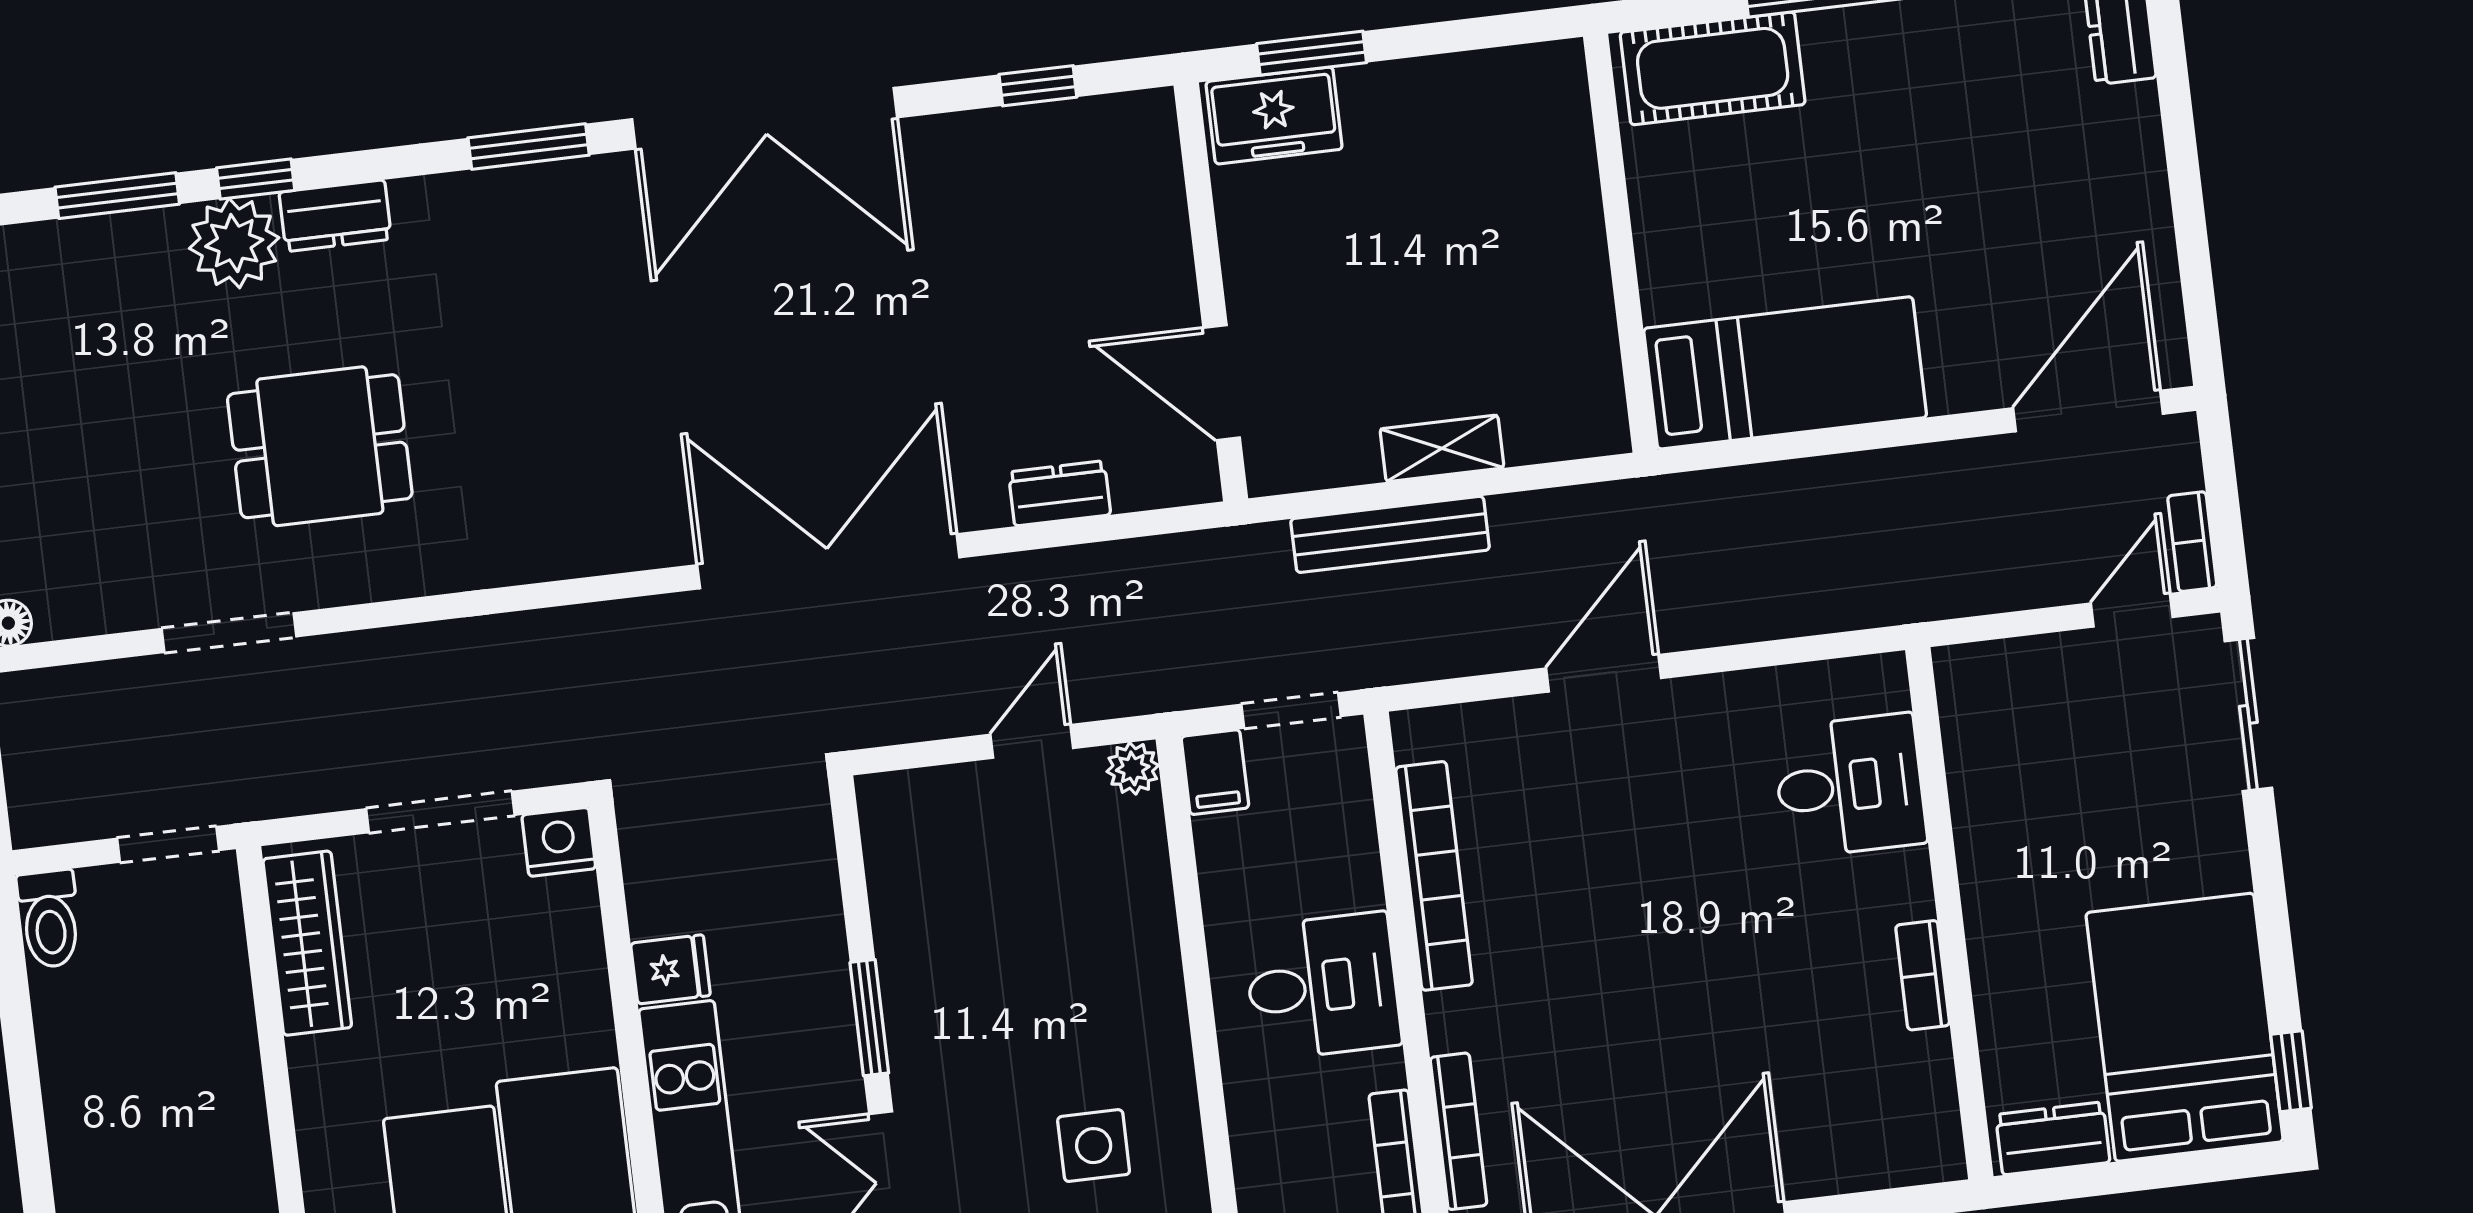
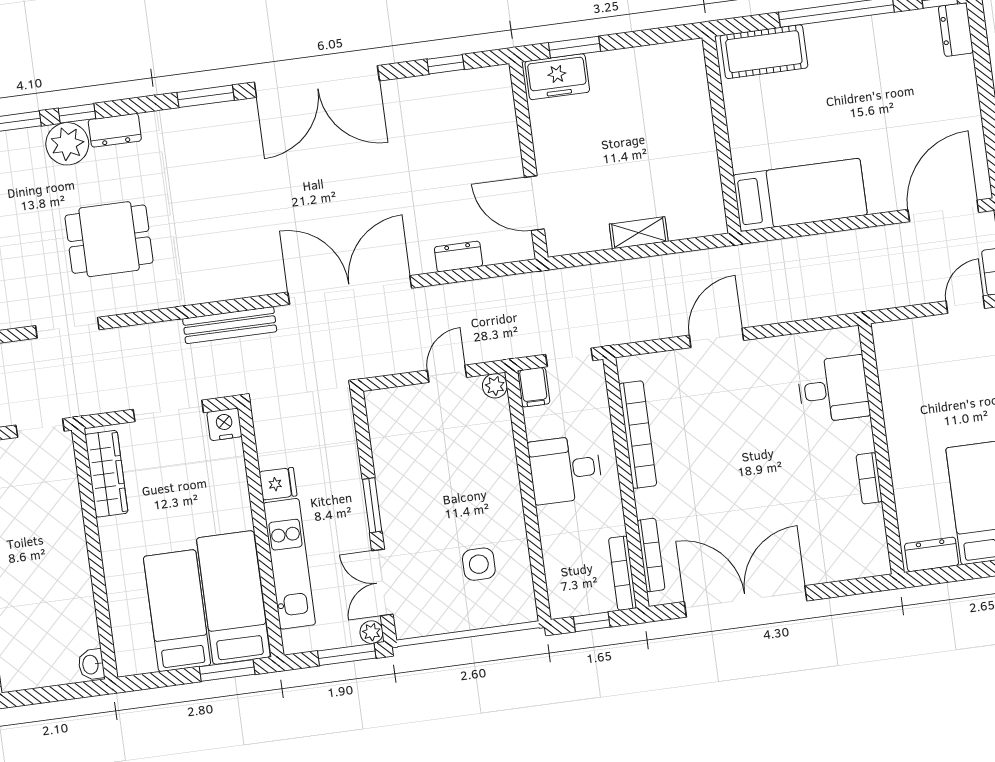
bench: (1390, 534) -> (230, 325), moved
desk: (1322, 986) -> (565, 469), moved, turned 180

